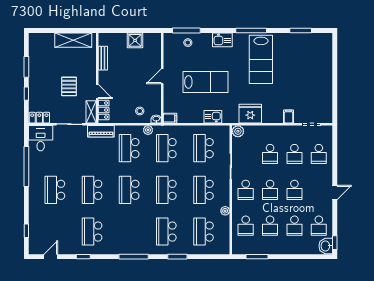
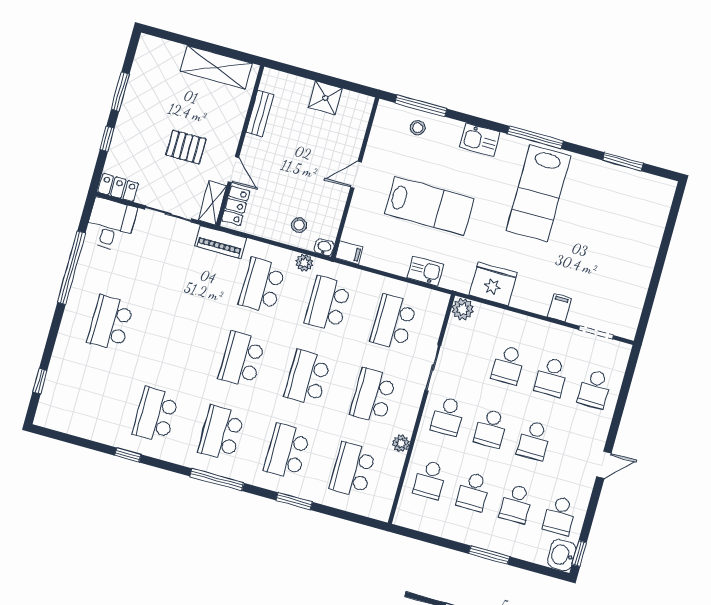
pallet: (69, 86) -> (186, 147), turned 90
school desk: (92, 190) -> (221, 433), moved
door: (51, 257) -> (70, 439), removed
window: (257, 257) -> (489, 555), moved

